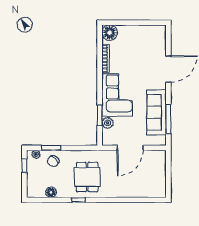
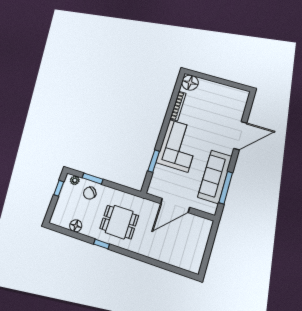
plant: (108, 123) -> (160, 171), removed
dining table: (87, 177) -> (119, 222), turned 90

